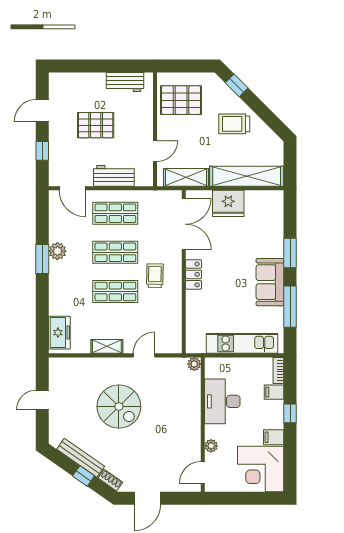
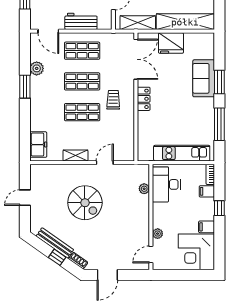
plant: (57, 251) -> (37, 68), moved
sofa: (270, 282) -> (204, 78), moved
plant: (194, 364) -> (144, 189), moved
desk: (222, 401) -> (166, 184), moved

